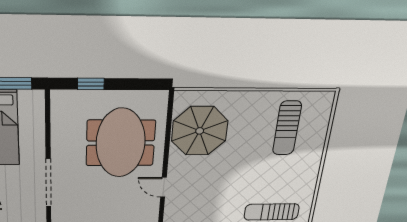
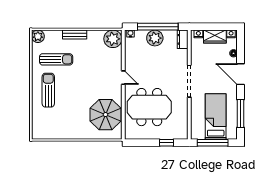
sun lounger: (287, 128) -> (48, 90), moved
meeting table: (121, 143) -> (149, 107), turned 90

